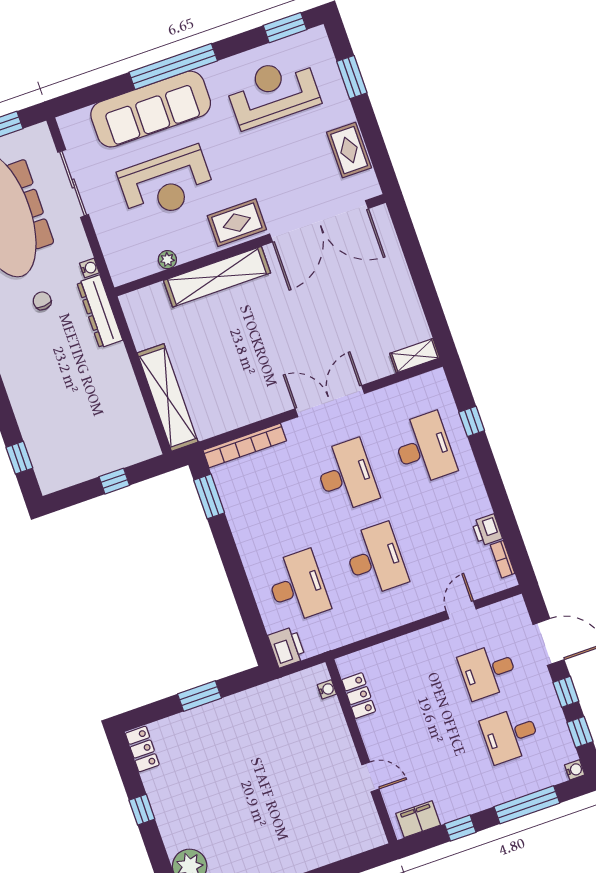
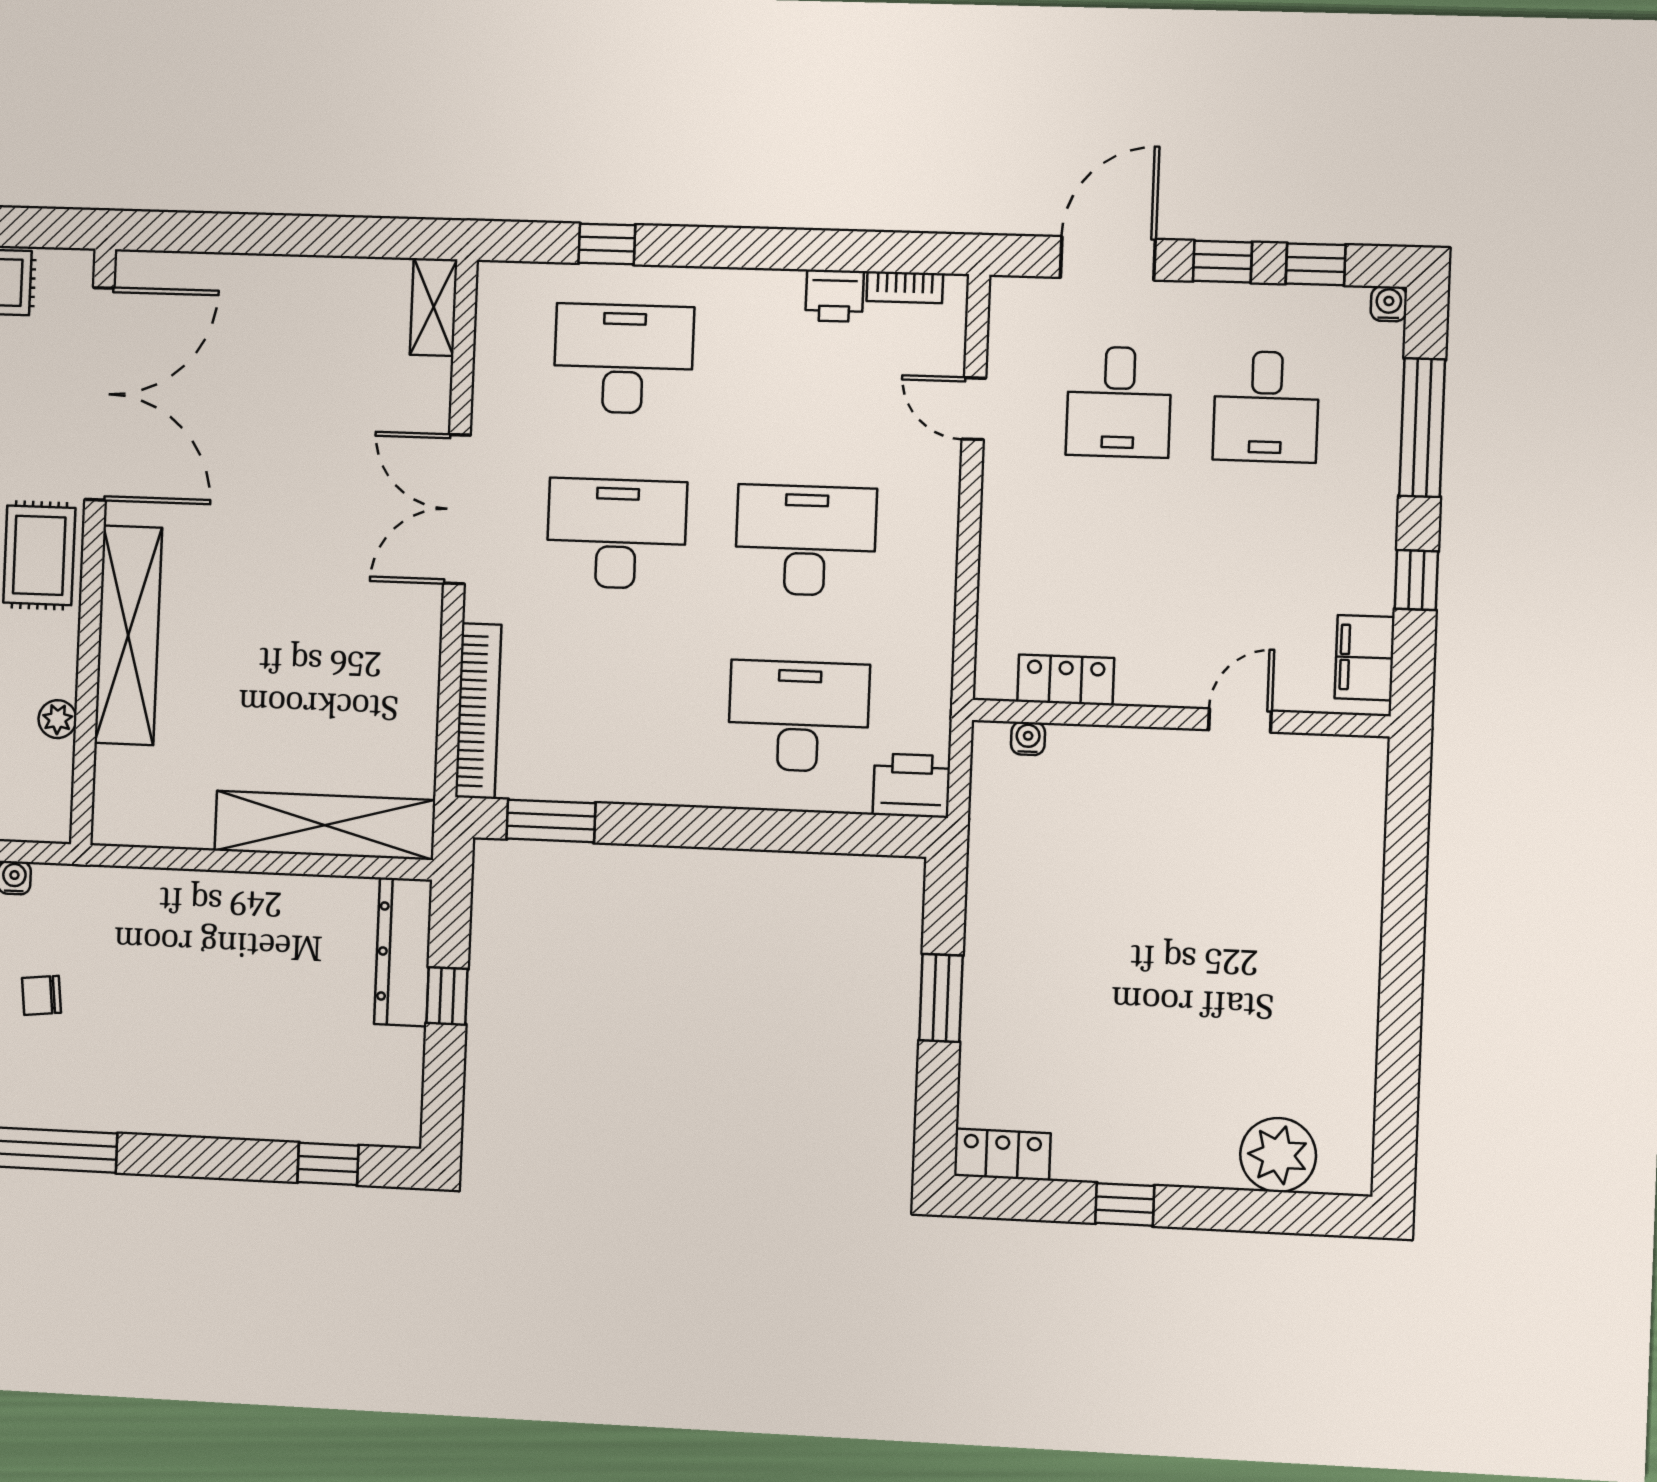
dresser: (100, 311) -> (403, 952), moved, turned 90

